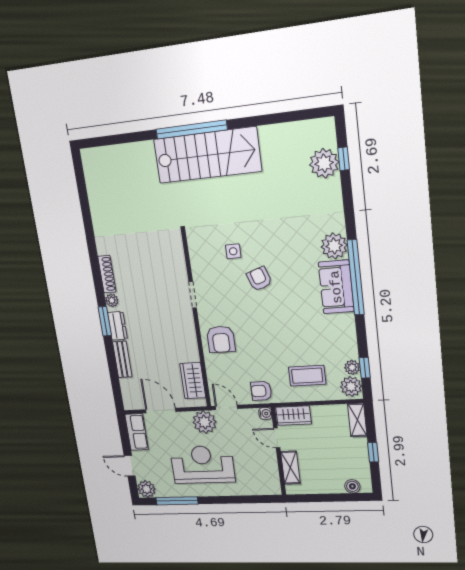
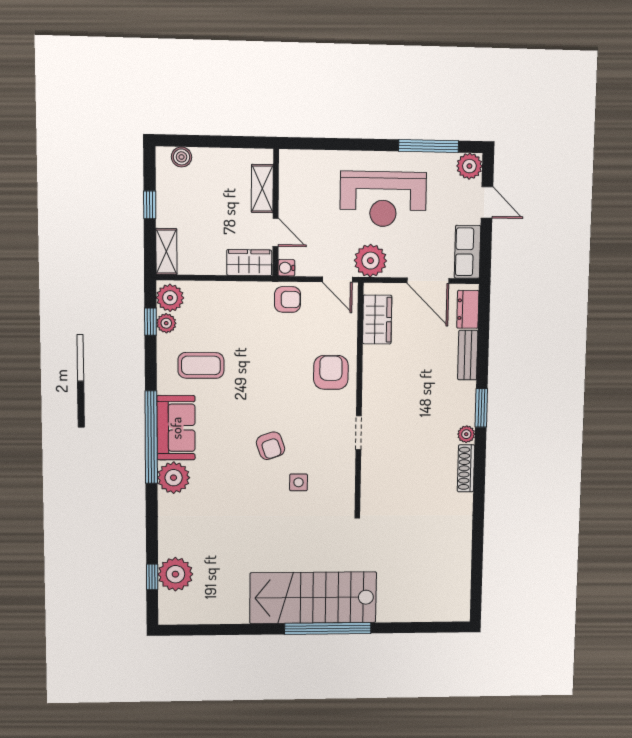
dresser: (117, 326) -> (468, 309), moved
coffee table: (307, 376) -> (201, 365), moved

